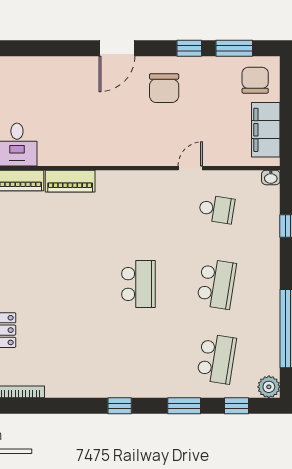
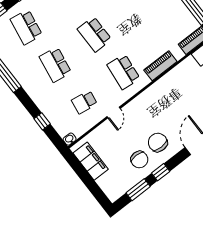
chair: (255, 80) -> (139, 160), moved
piano: (70, 181) -> (160, 66), moved
school desk: (138, 209) -> (124, 72), added

